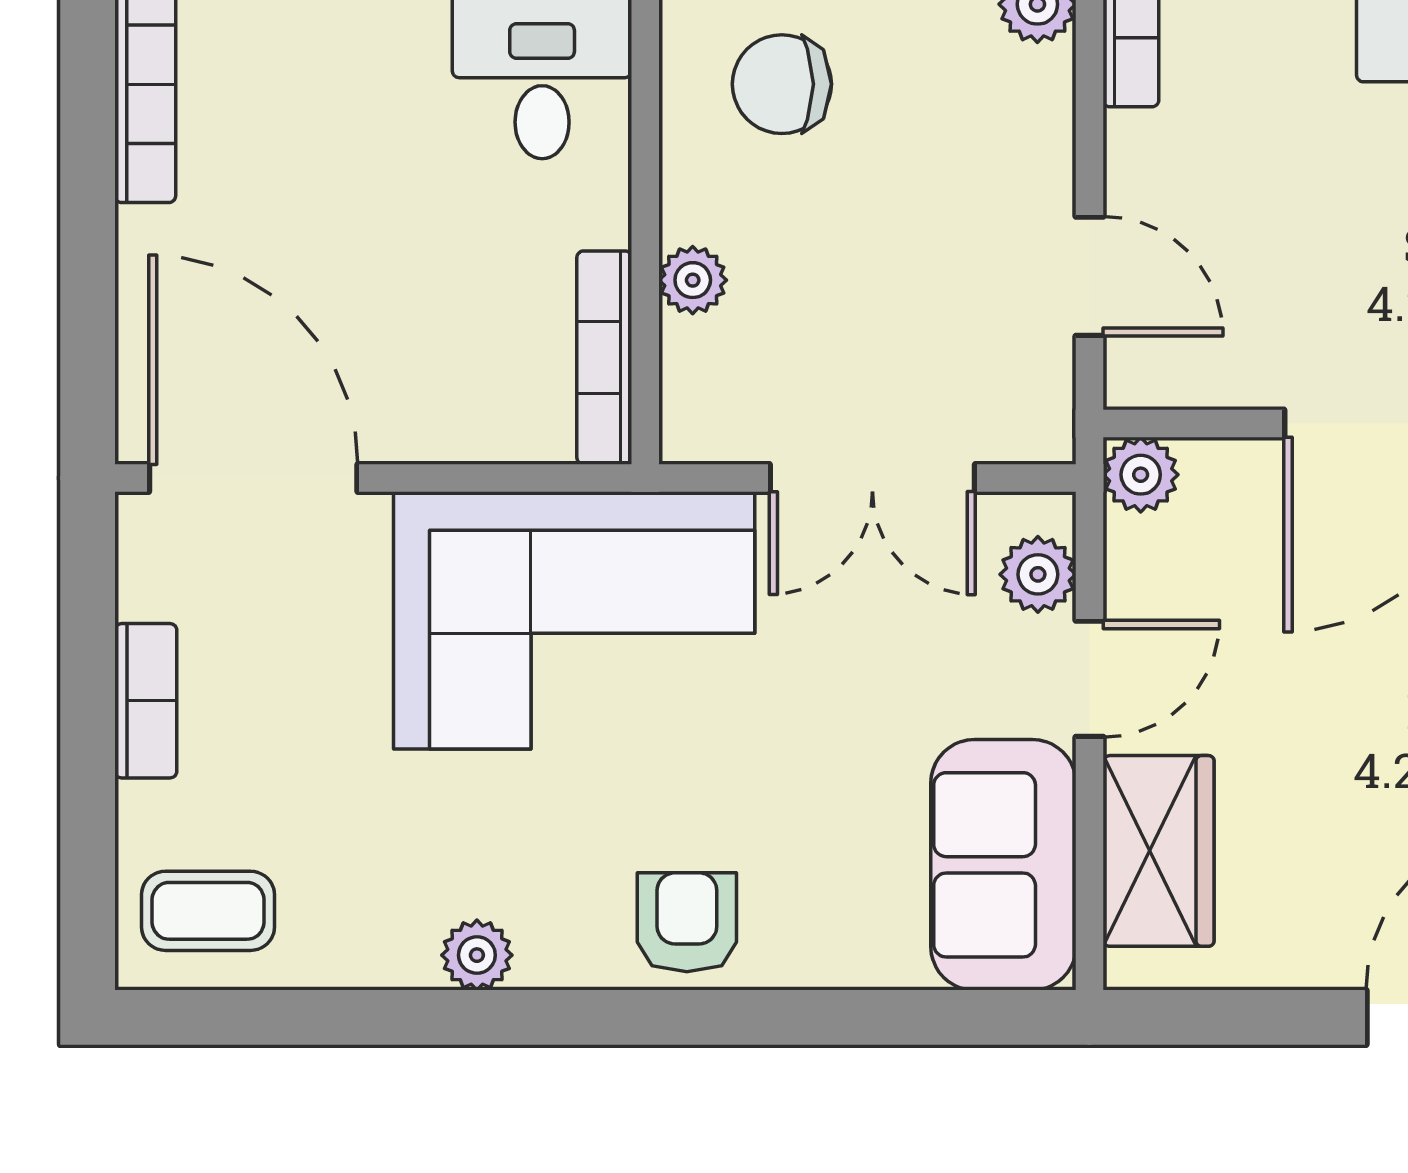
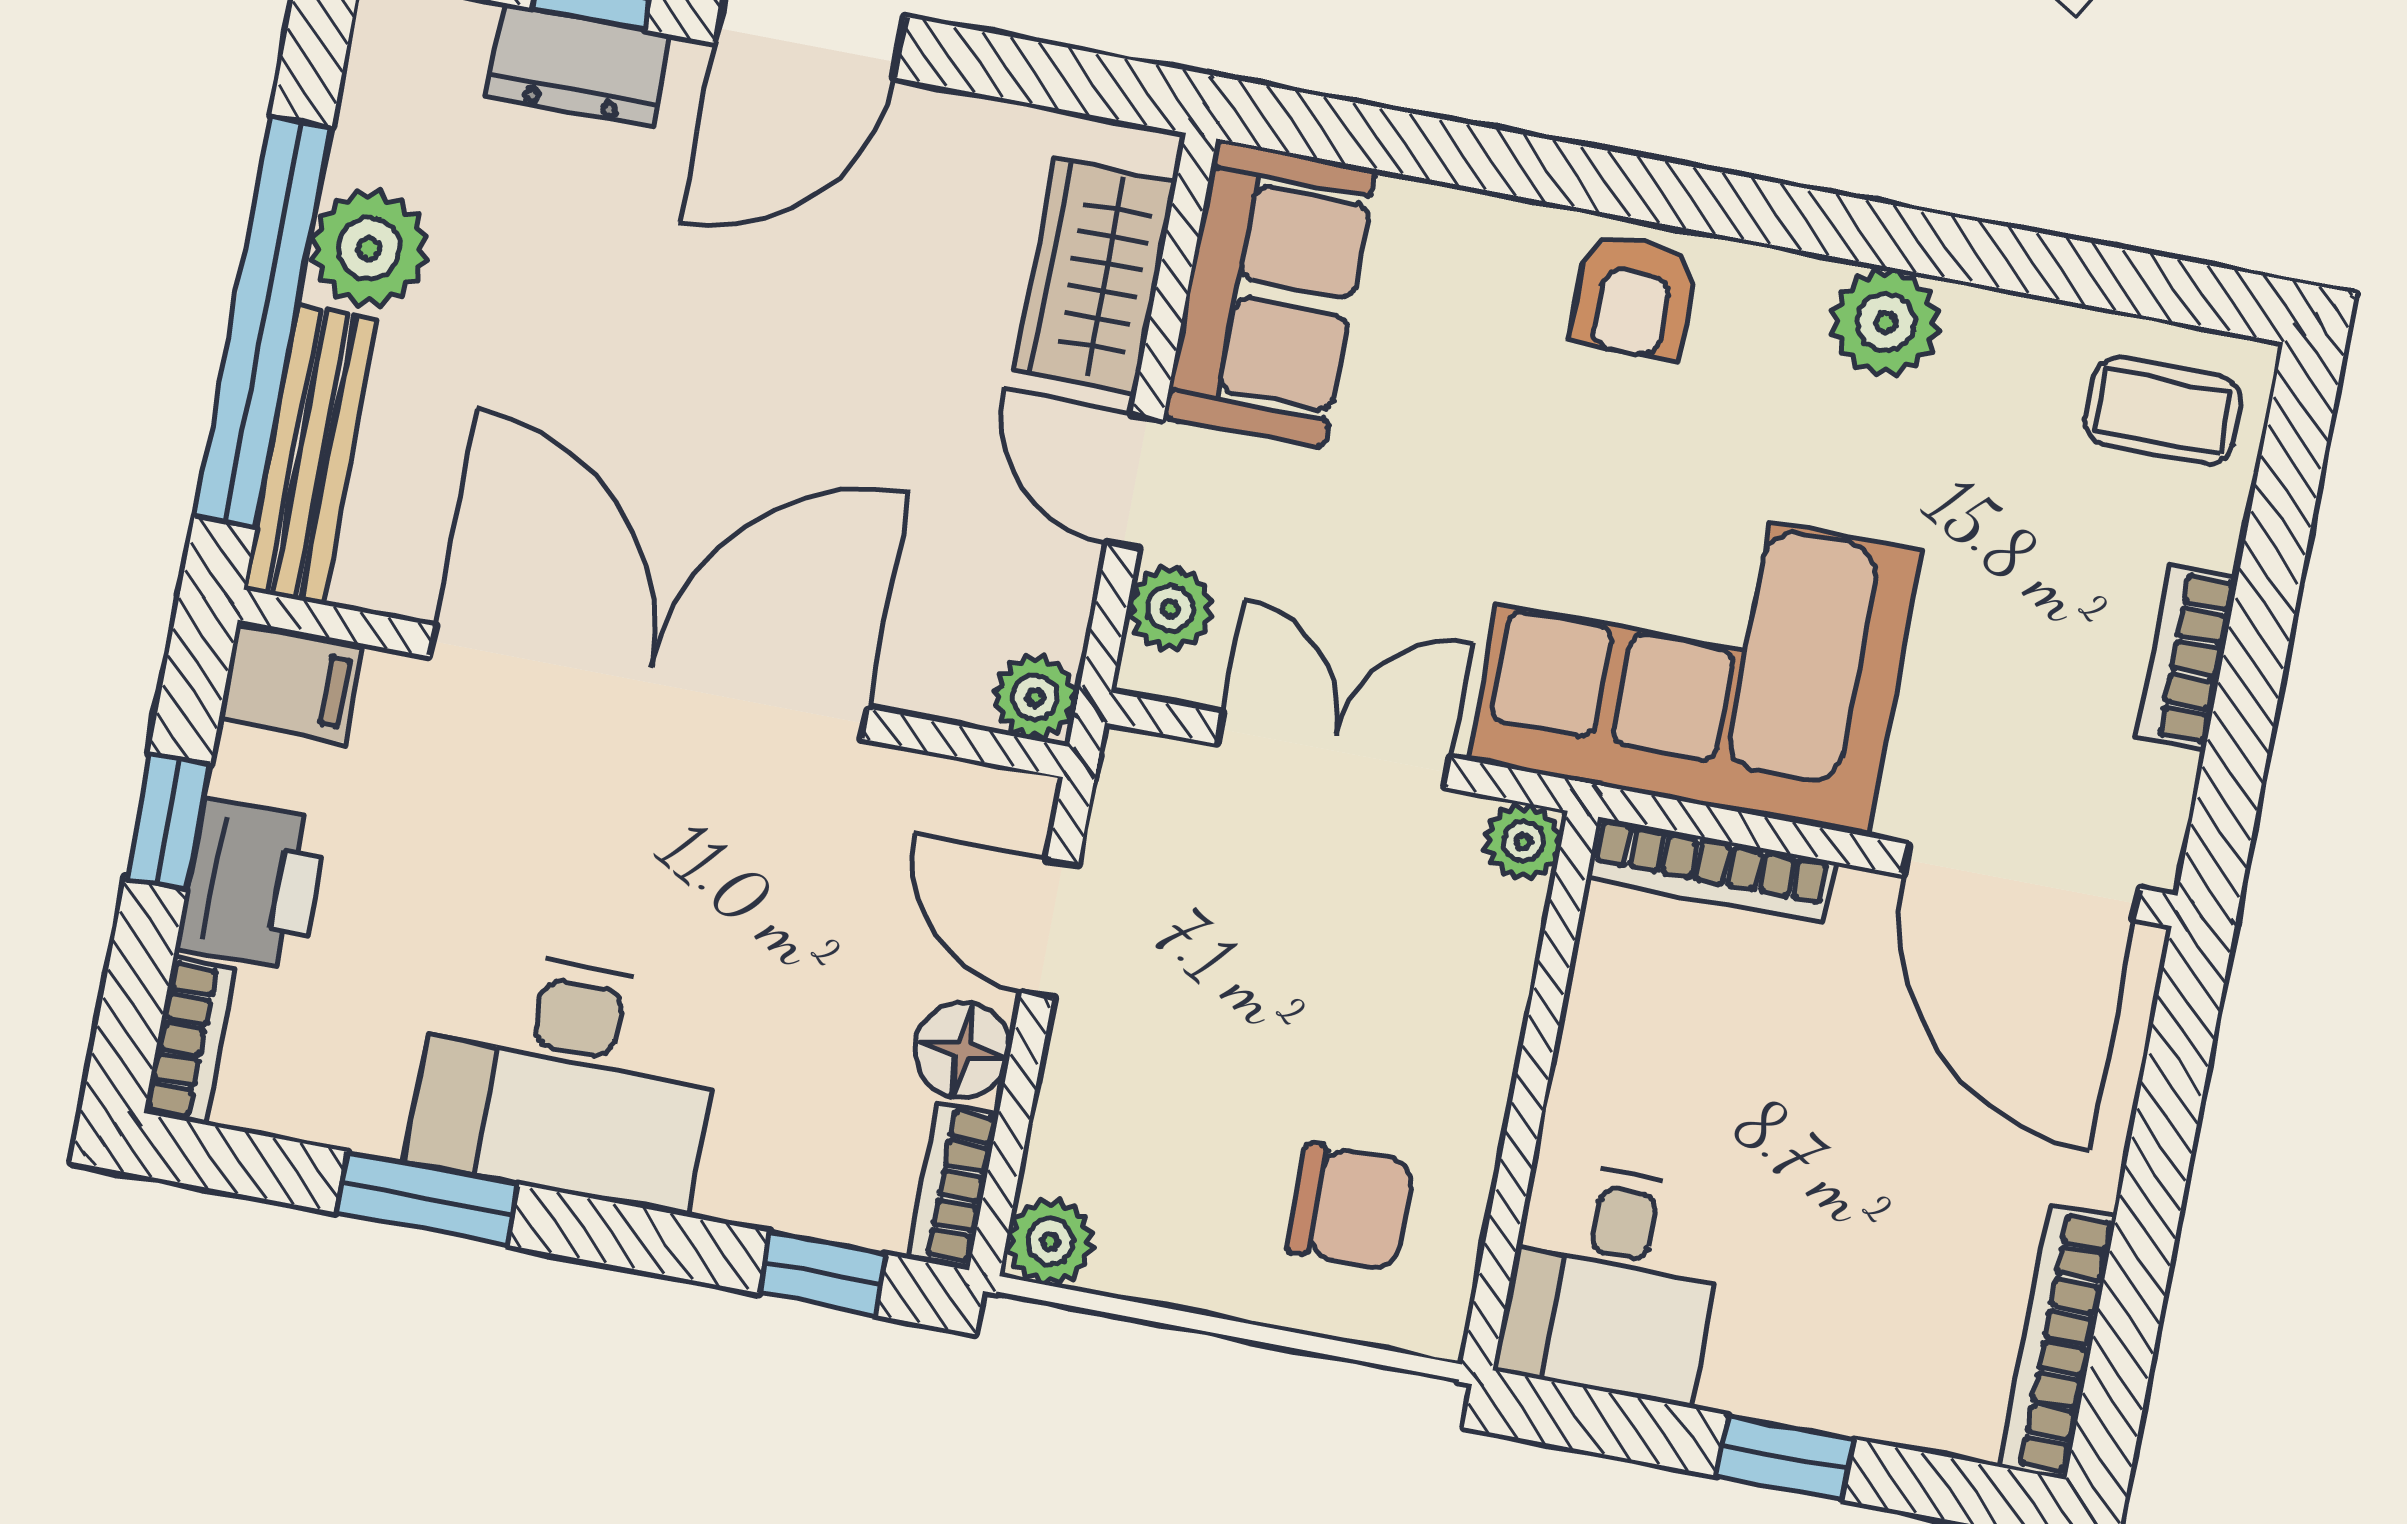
floor lamp: (1145, 156) -> (962, 1050), added
plant: (693, 280) -> (1523, 841), moved
bookcase: (604, 358) -> (1711, 870), moved, turned 90
door: (1090, 679) -> (1135, 482), hinge flipped
plant: (477, 955) -> (1886, 322), width x1.38, depth x1.38

